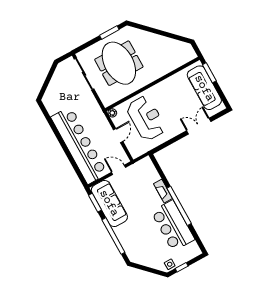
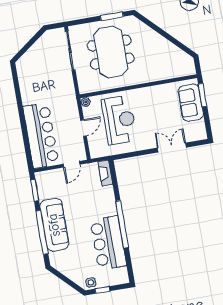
sofa: (204, 88) -> (191, 103), width x0.73
bar counter: (79, 145) -> (41, 135), width x0.73
door: (119, 170) -> (71, 164), swing flipped
fireplace: (163, 191) -> (105, 173), moved
sofa: (109, 203) -> (54, 225), moved

